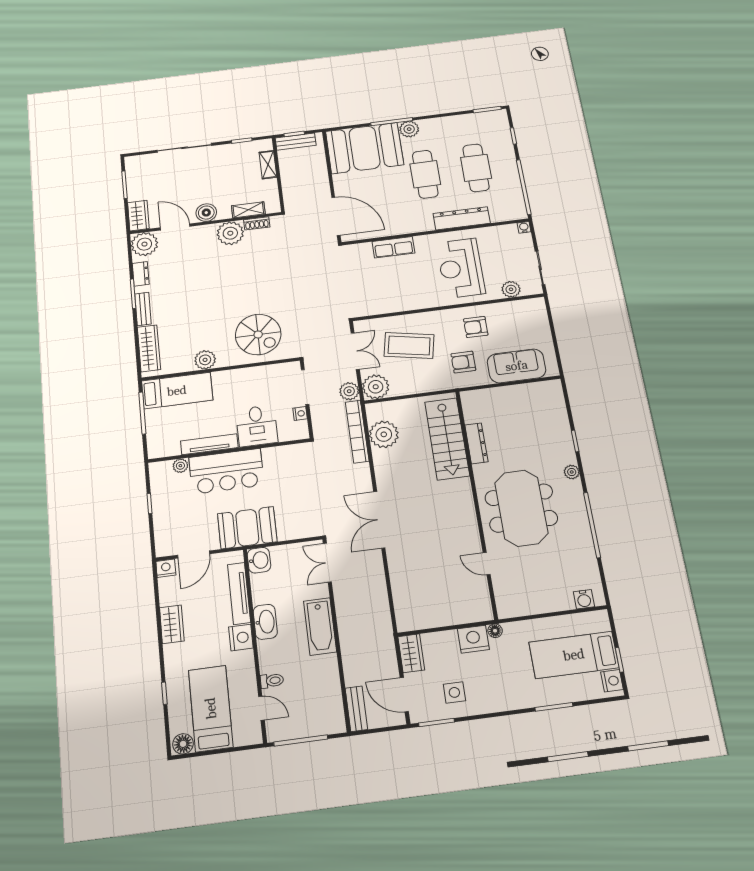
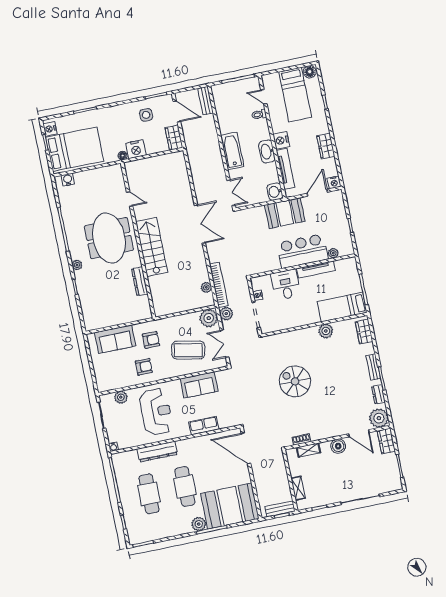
plant: (230, 233) -> (319, 430), removed
sofa: (396, 299) -> (199, 385), added
spiral stairs: (258, 334) -> (295, 381), moved
wardrobe: (149, 348) -> (364, 332), width x0.67
plant: (384, 434) -> (206, 287), width x0.53, depth x0.53
stairs: (447, 439) -> (152, 247), moved
bed: (574, 655) -> (75, 149), width x1.50

